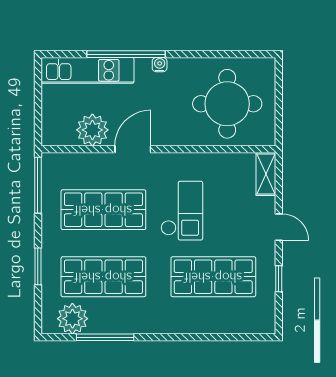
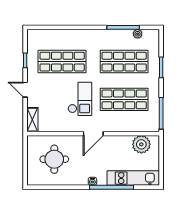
round table: (227, 104) -> (54, 159), width x0.73, depth x0.73
plant: (92, 130) -> (141, 144), moved
door: (133, 149) -> (93, 134), moved
checkout: (182, 211) -> (80, 99), turned 180
plant: (72, 319) -> (138, 34), width x0.53, depth x0.53

